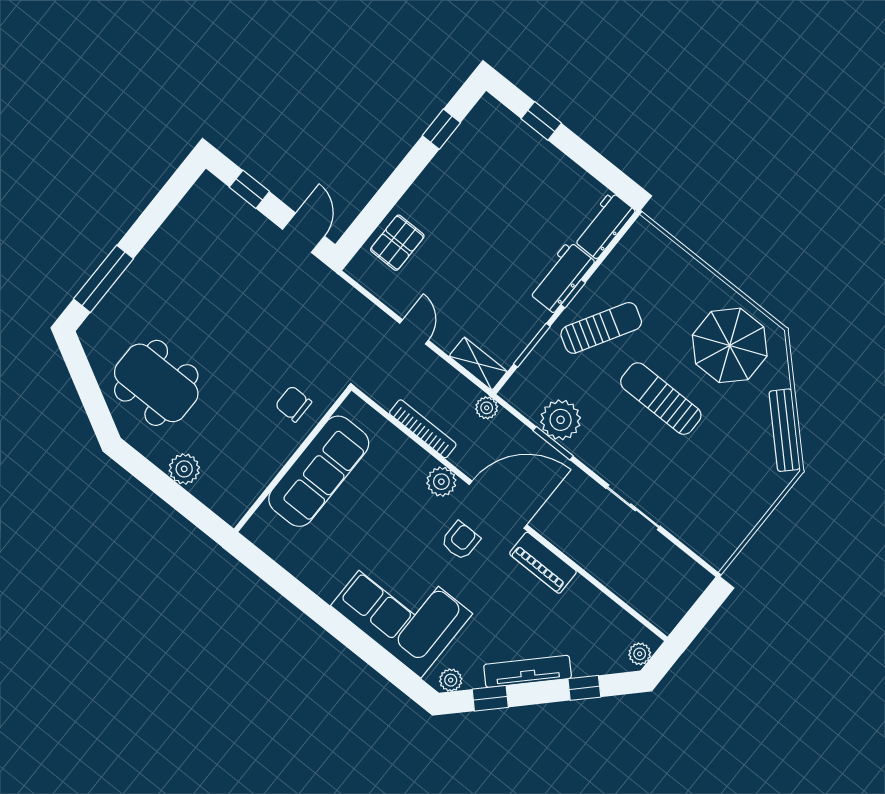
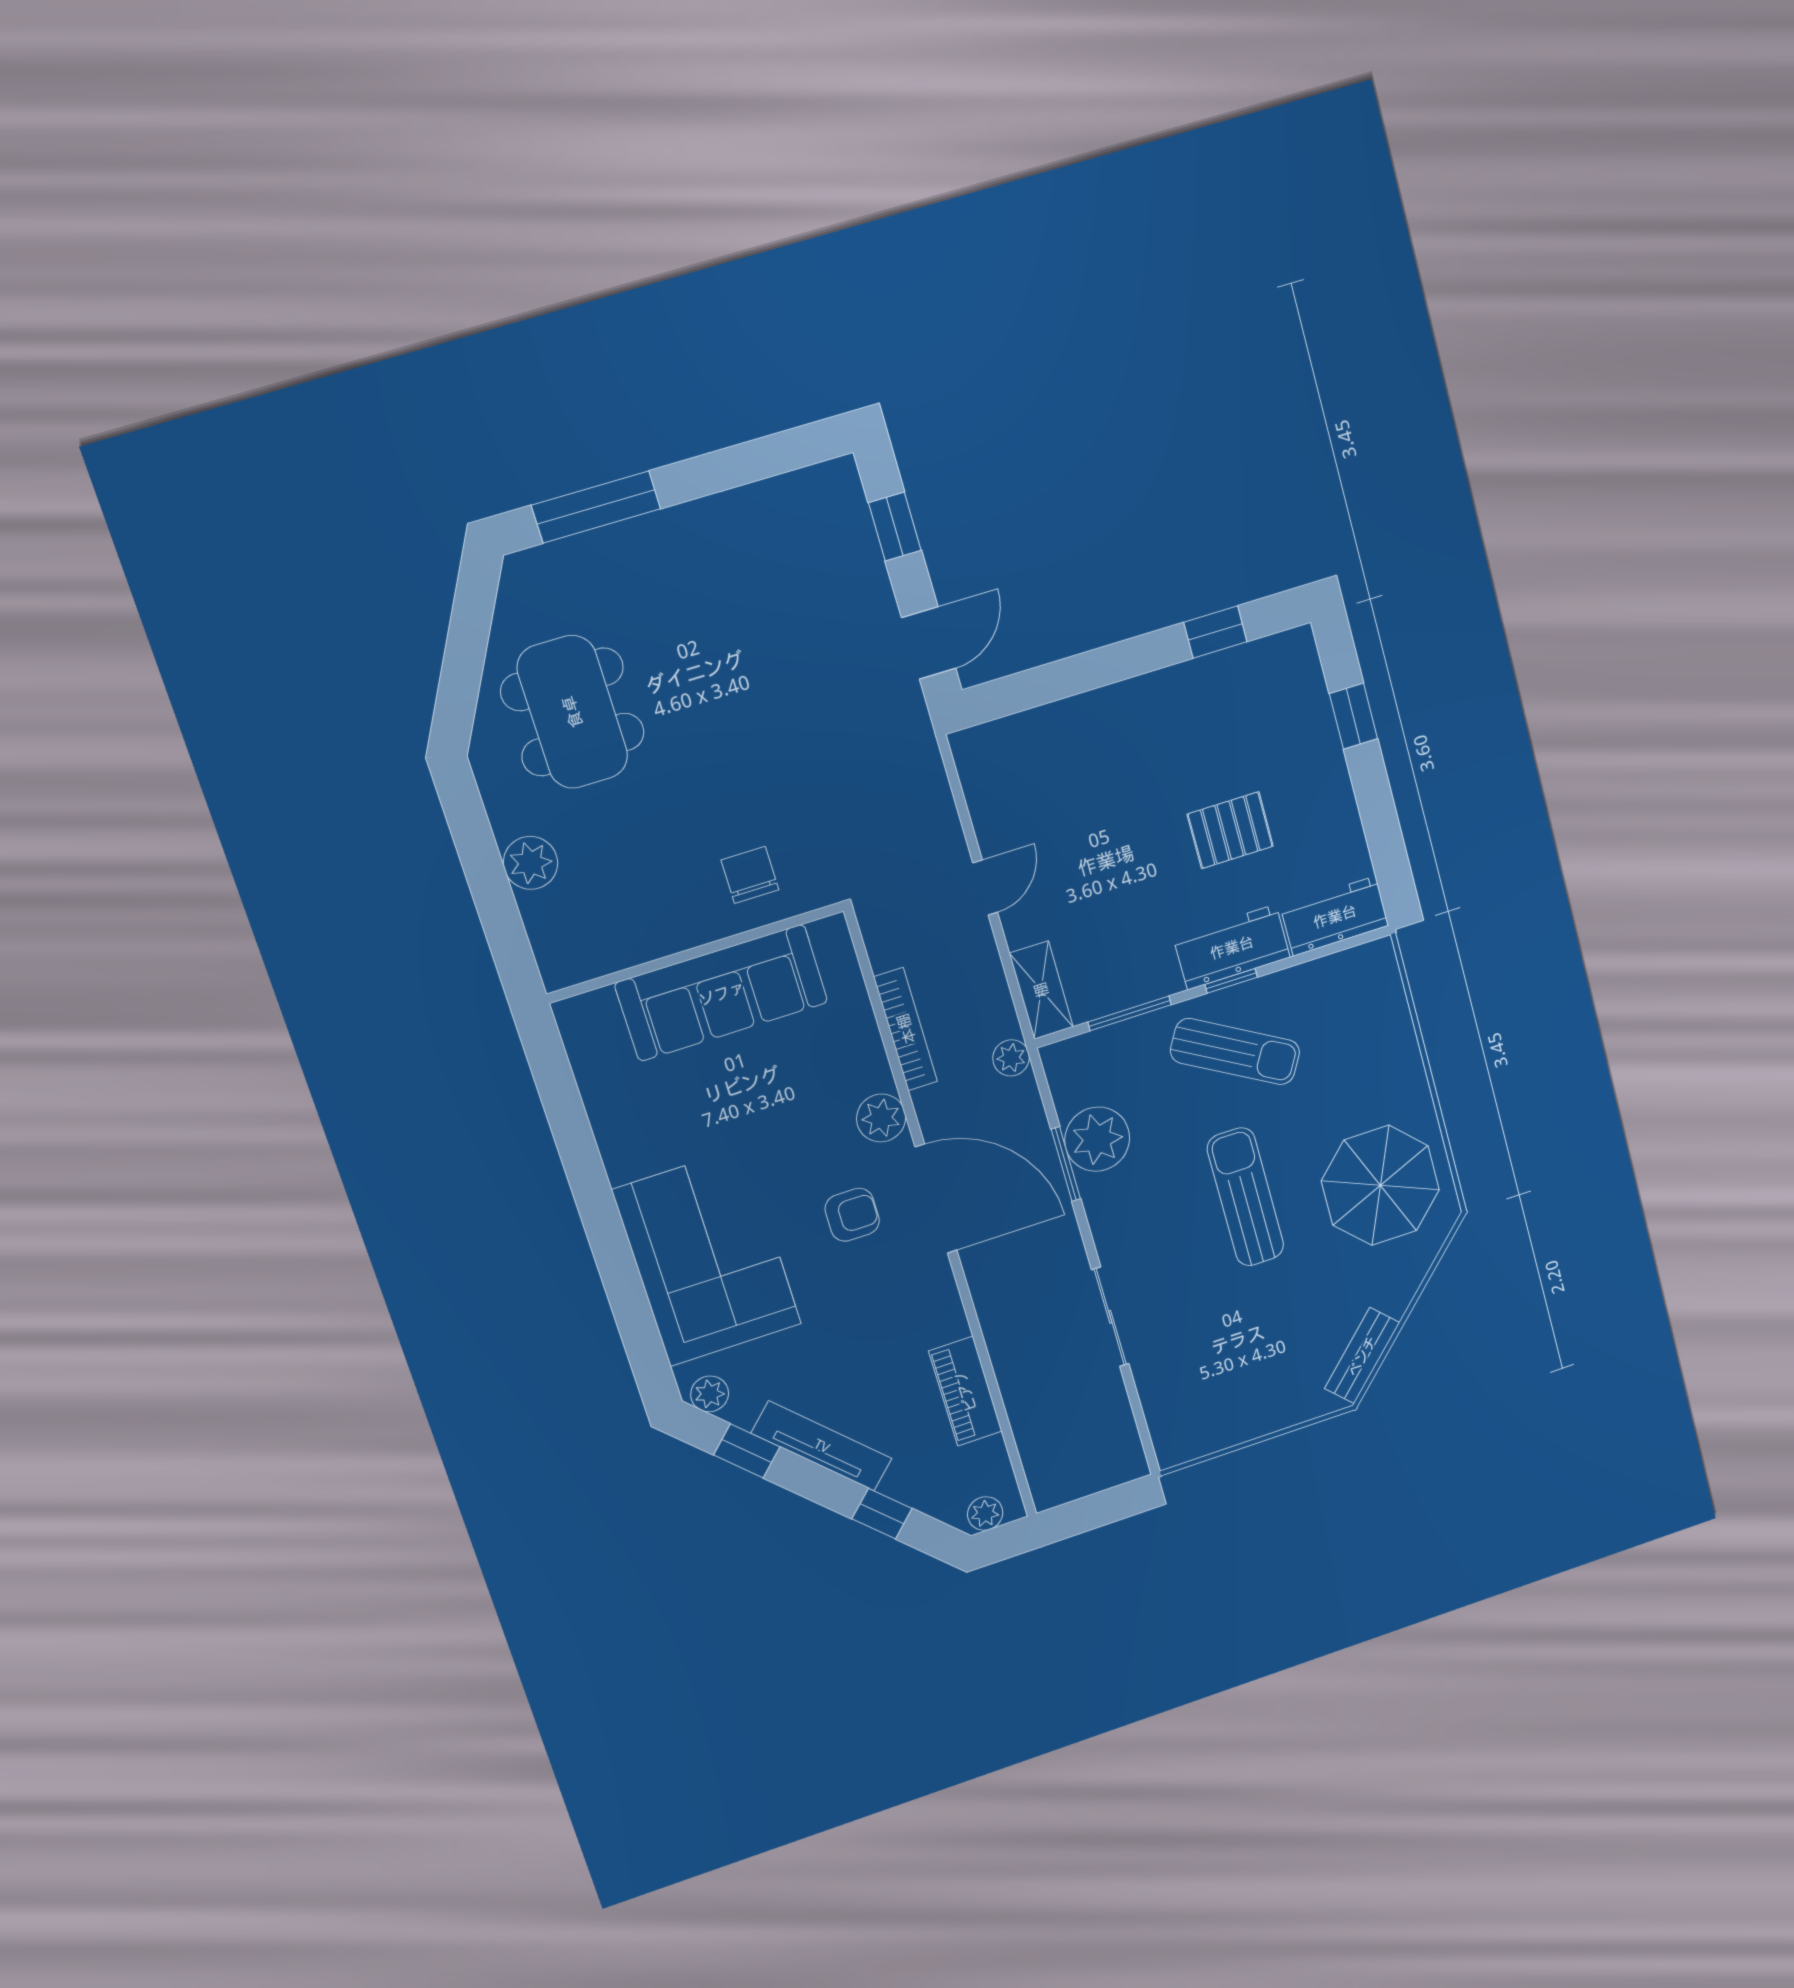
pallet: (397, 243) -> (1230, 830), moved
bench: (785, 430) -> (1362, 1356), width x0.73
piano: (543, 563) -> (965, 1391), moved

